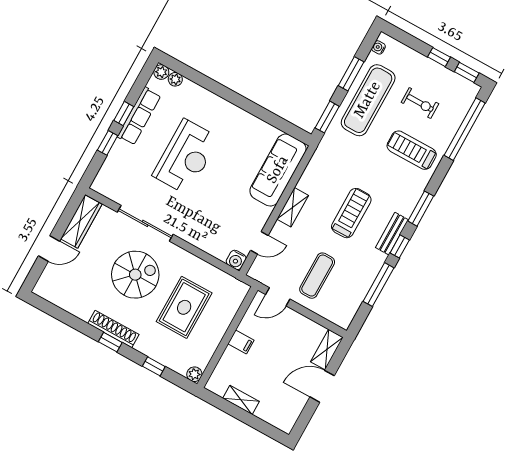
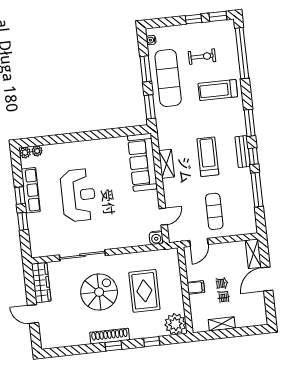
shelving: (293, 207) -> (167, 164), moved
door: (49, 248) -> (33, 314), swing flipped
plant: (194, 374) -> (175, 324), width x1.87, depth x1.87

